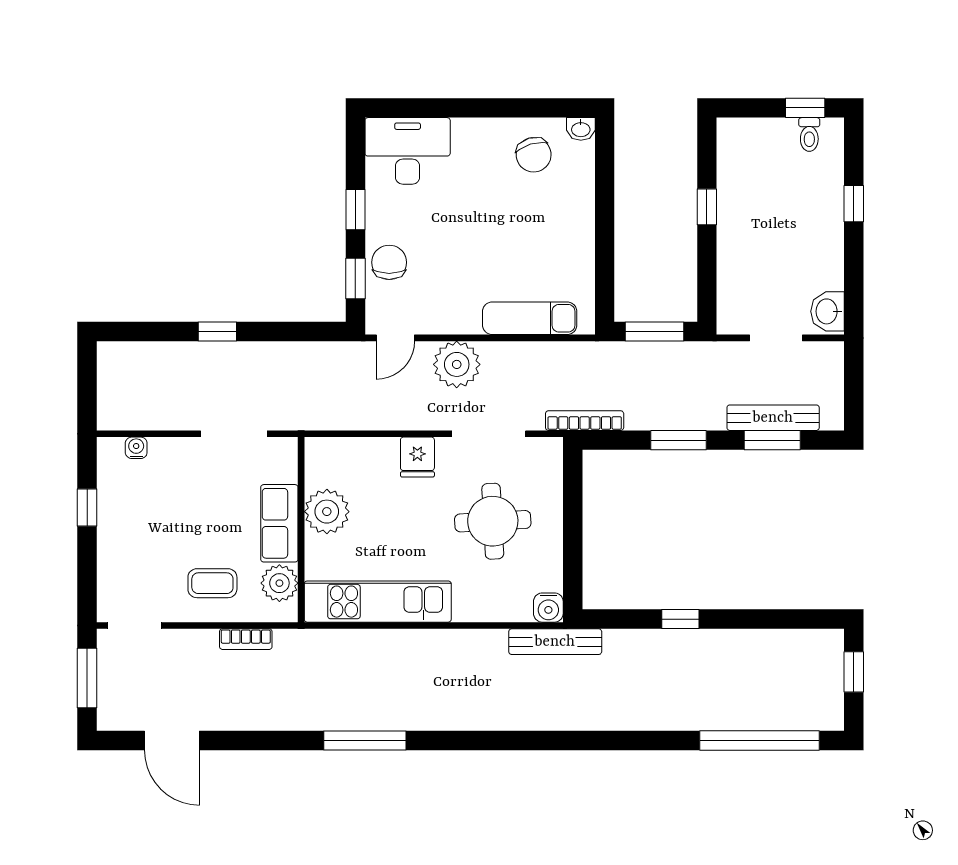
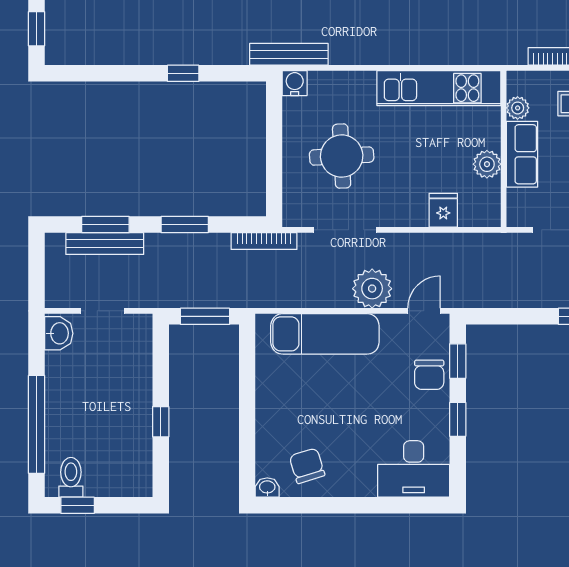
toilet: (809, 134) -> (71, 477), width x1.37, depth x1.39
window: (854, 204) -> (37, 424), width x3.17
exam couch: (530, 318) -> (325, 334), width x1.36, depth x1.45
fridge: (417, 457) -> (443, 210), moved
plant: (327, 512) -> (487, 164), width x0.73, depth x0.73
plant: (279, 583) -> (518, 108), width x0.73, depth x0.73

